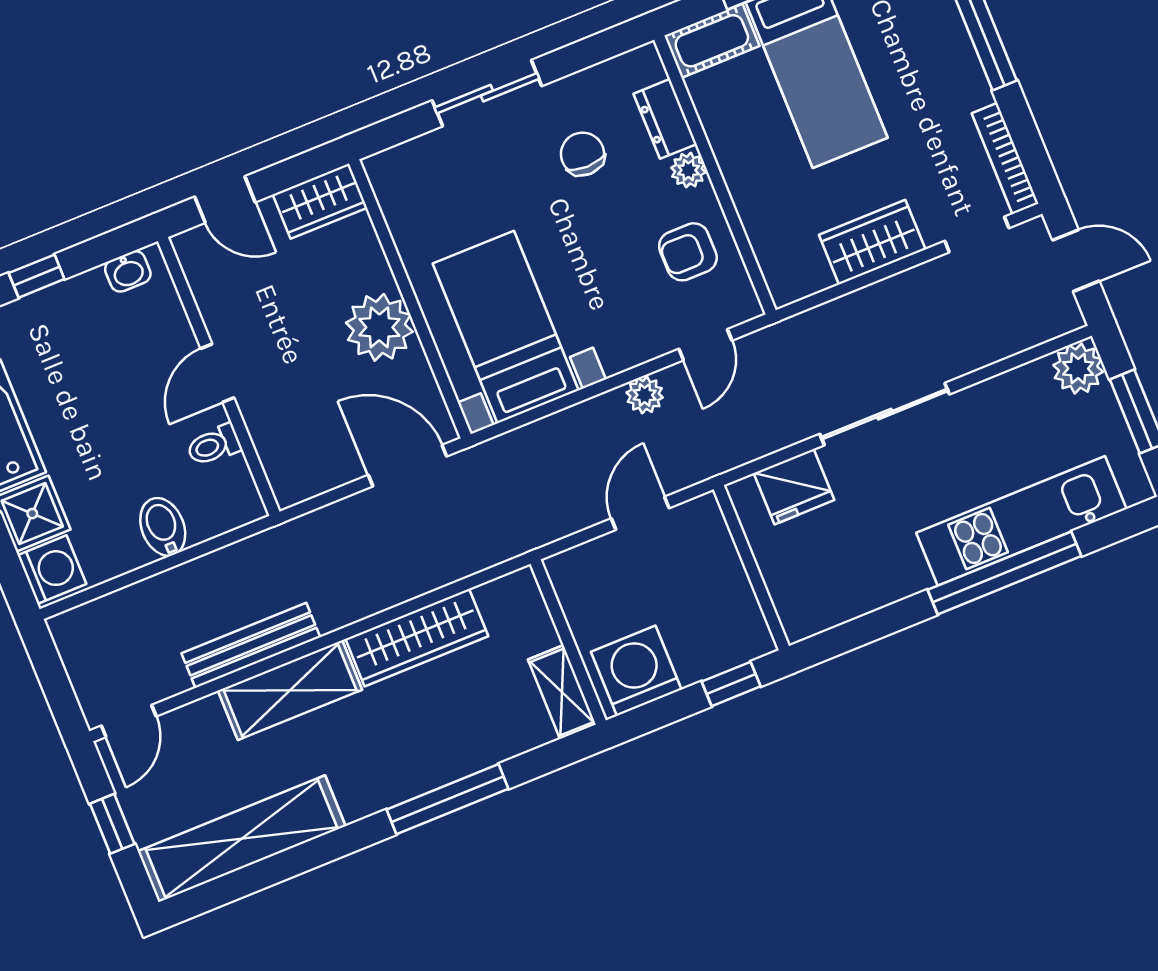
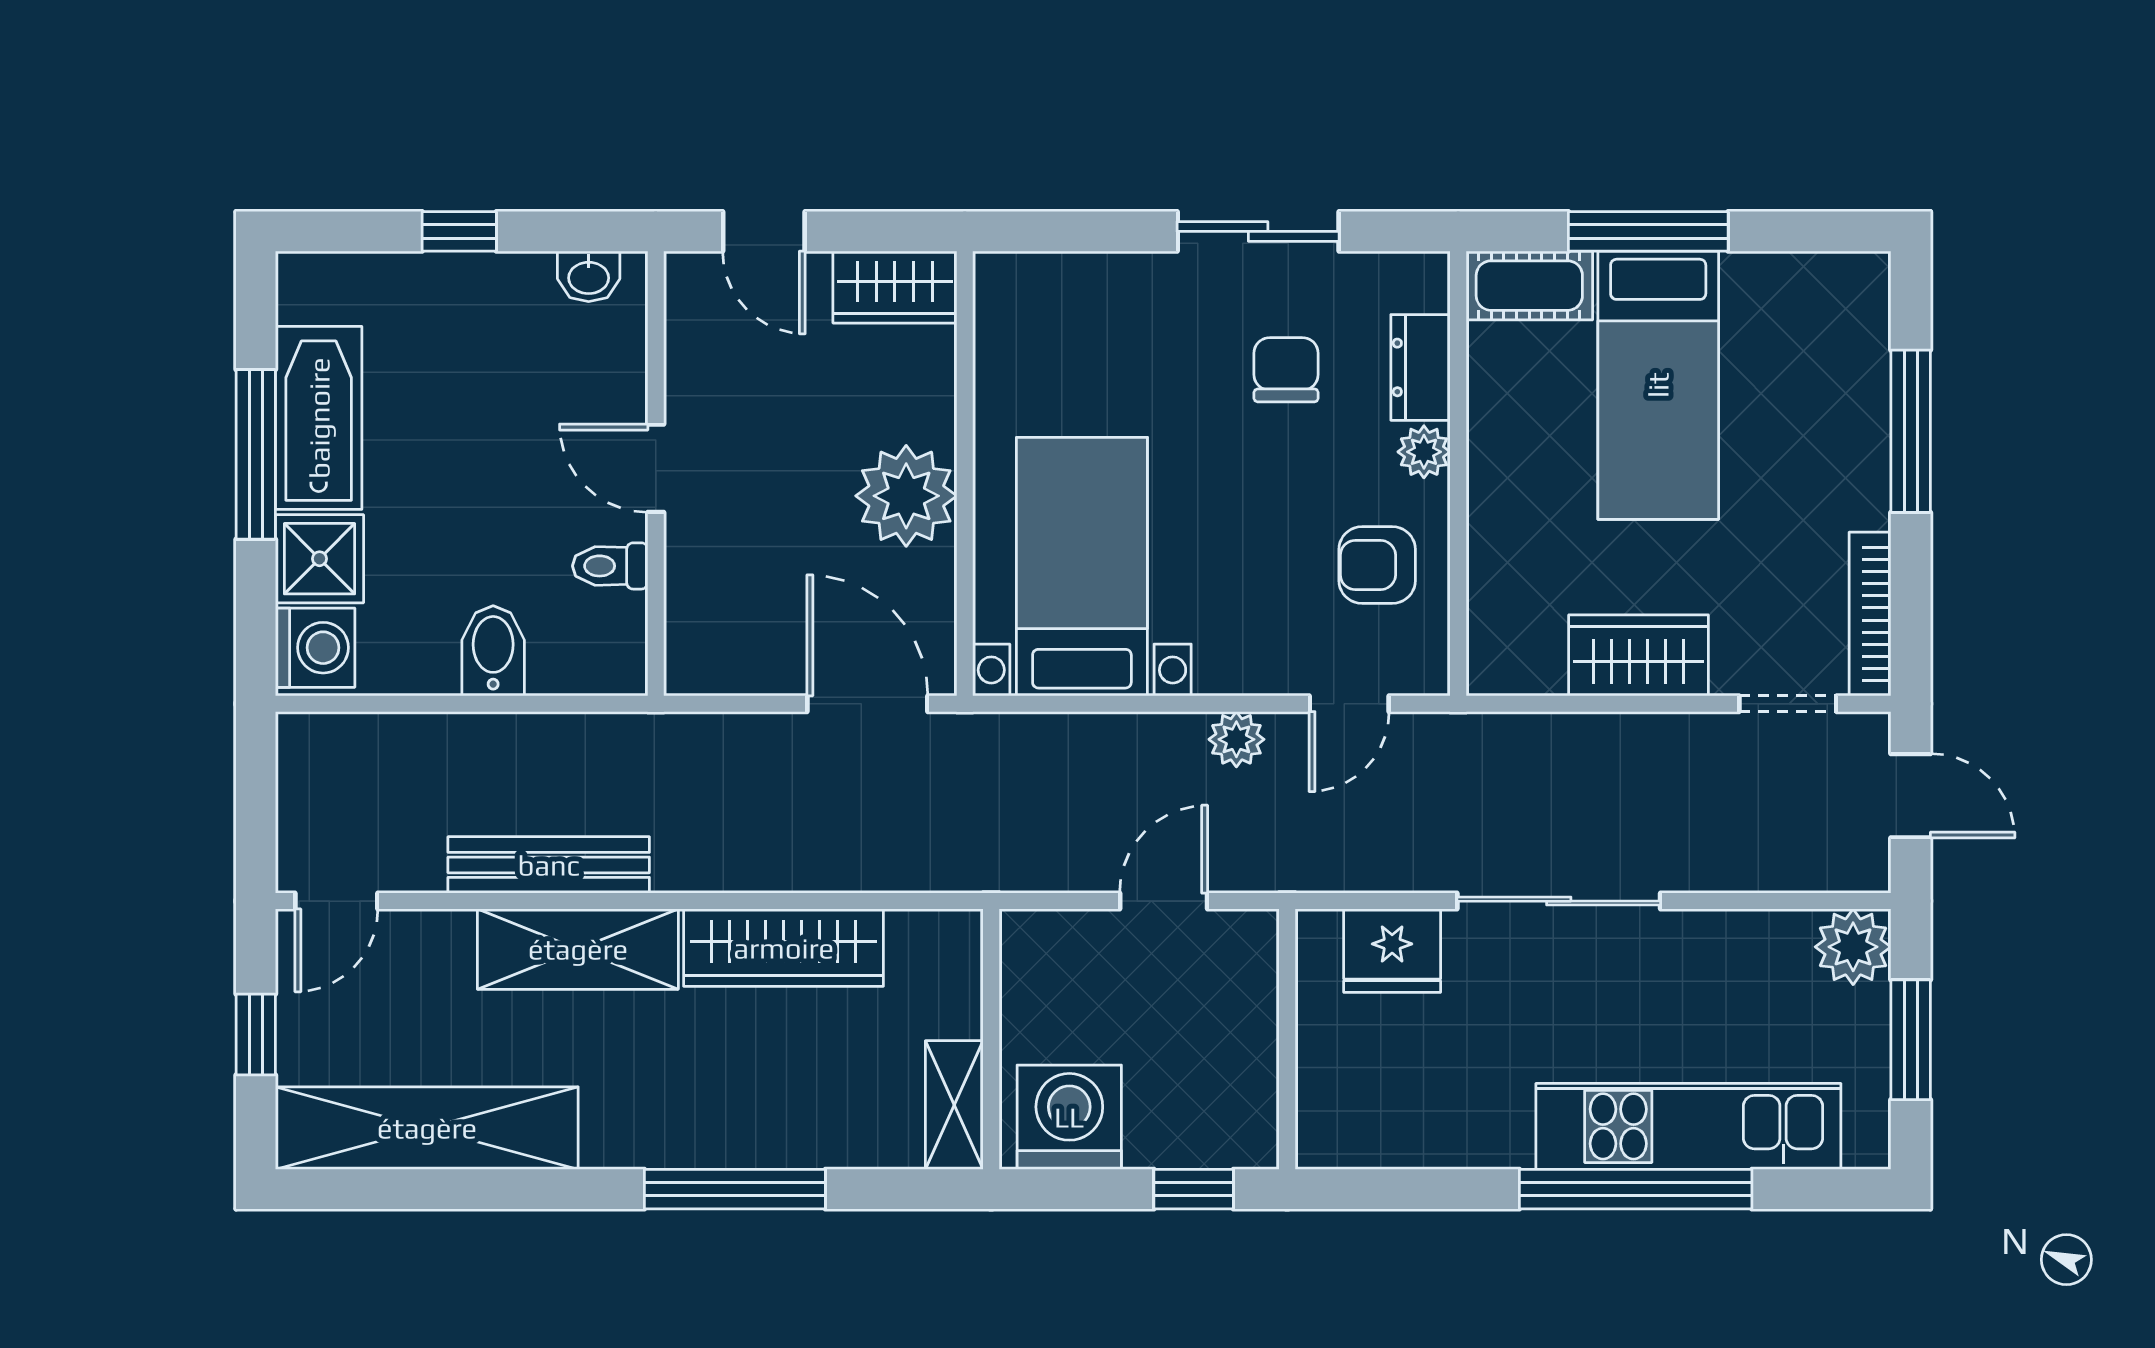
sliding door: (487, 93) -> (1258, 231), moved
door: (217, 373) -> (656, 468), hinge flipped

